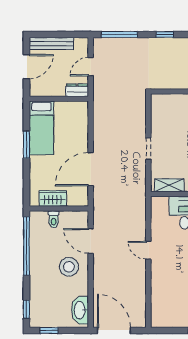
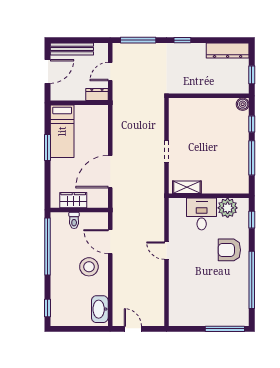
window: (49, 331) -> (69, 329), removed
door: (114, 331) -> (133, 329), width x0.53

